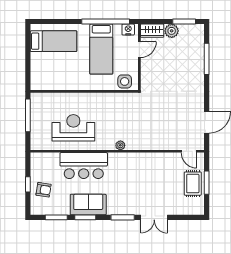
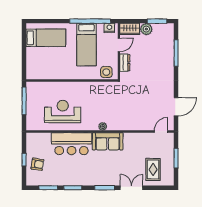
dresser: (146, 70) -> (125, 63), added
door: (189, 151) -> (161, 131), swing flipped
rug: (193, 184) -> (153, 169), moved
sofa: (88, 205) -> (108, 141), moved, turned 180
double door: (154, 217) -> (131, 188), swing flipped

